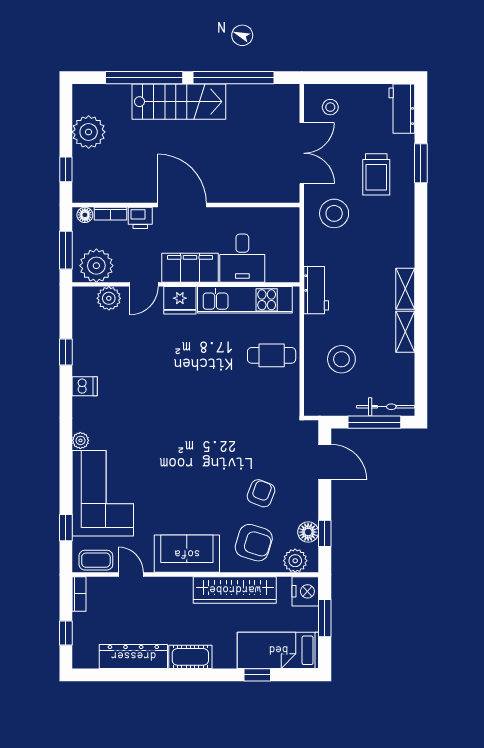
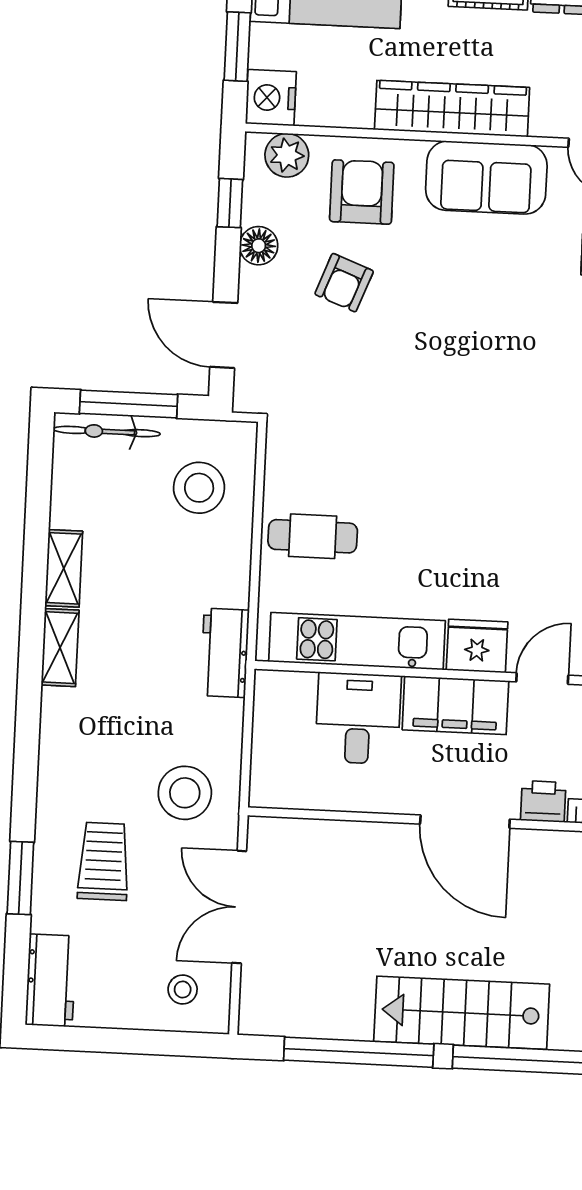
stool: (341, 359) -> (199, 488), moved
floor lamp: (308, 532) -> (259, 246), moved
armchair: (254, 543) -> (362, 192), turned 73
wardrobe: (235, 590) -> (452, 109), moved

